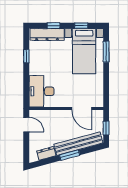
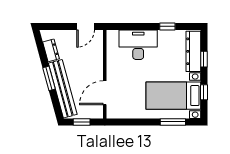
desk: (42, 91) -> (138, 45), moved

